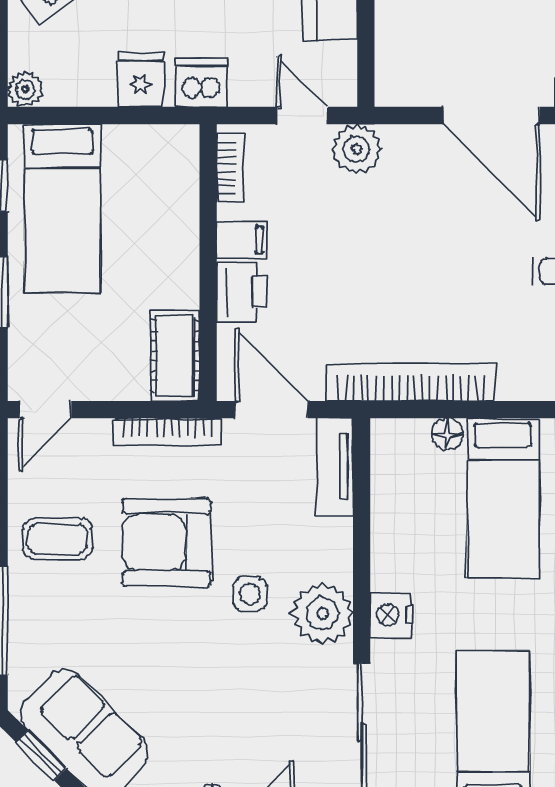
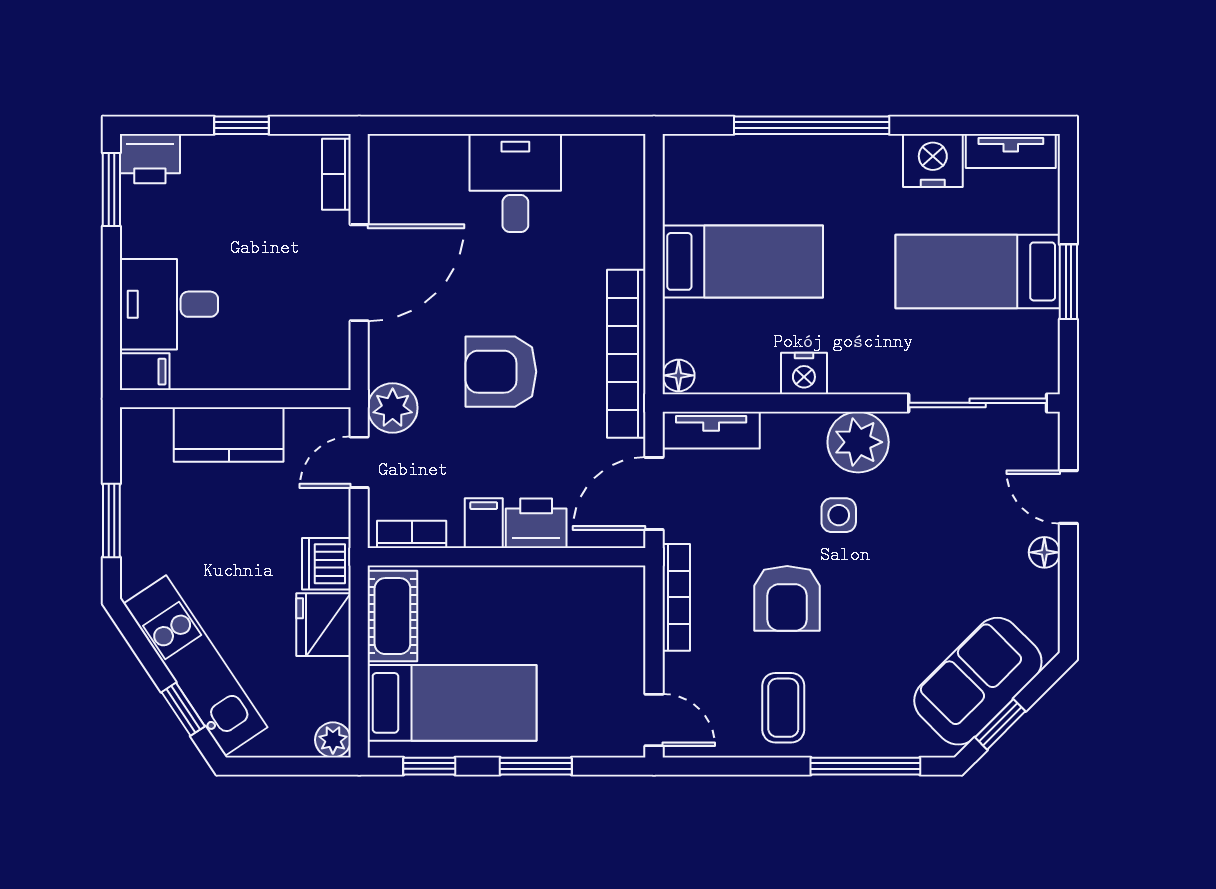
fridge: (140, 80) -> (323, 625), width x1.38
armchair: (393, 257) -> (501, 372), added
cot: (175, 356) -> (392, 616), moved, turned 90
floor lamp: (448, 434) -> (679, 375), moved
armchair: (167, 542) -> (787, 598), width x0.73, depth x0.73
nightstand: (391, 615) -> (804, 373), moved

